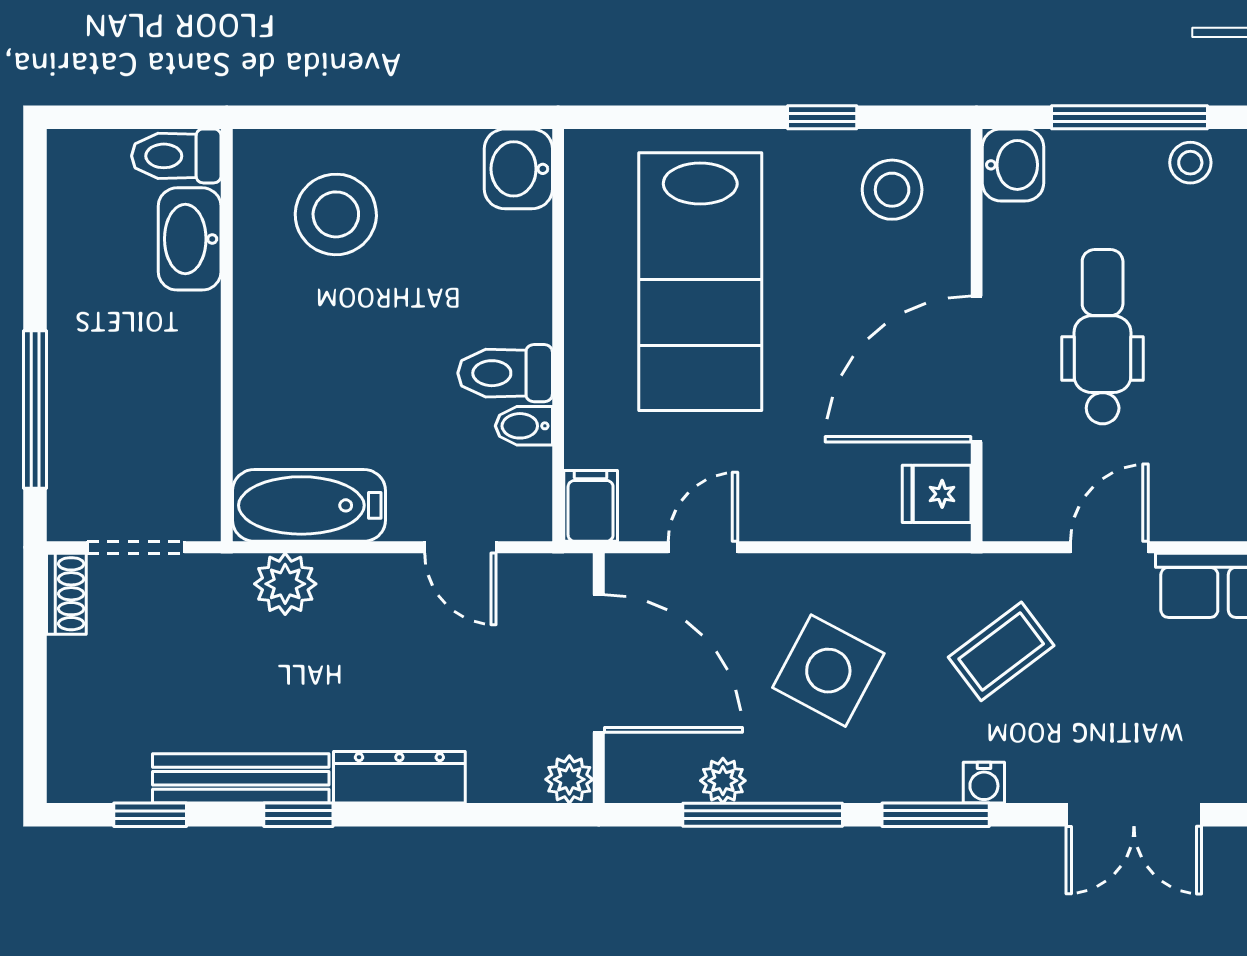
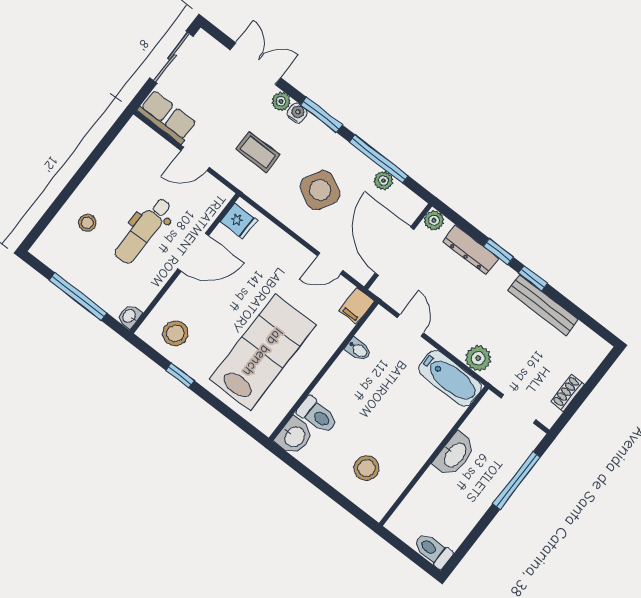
toilet: (176, 156) -> (433, 550), moved, turned 180
stool: (1190, 163) -> (87, 223), moved
washbasin: (1013, 165) -> (129, 316), width x0.72, depth x0.69
stool: (336, 214) -> (367, 468), width x0.73, depth x0.73
washbasin: (190, 239) -> (455, 454), moved
door: (977, 369) -> (193, 252), width x0.73
toilet: (505, 373) -> (317, 415), moved
shoe rack: (66, 594) -> (568, 393), moved
coffee table: (1001, 651) -> (258, 152), turned 37
dresser: (399, 777) -> (471, 250), moved
plant: (1031, 781) -> (281, 101), added
window: (150, 815) -> (498, 252), moved

